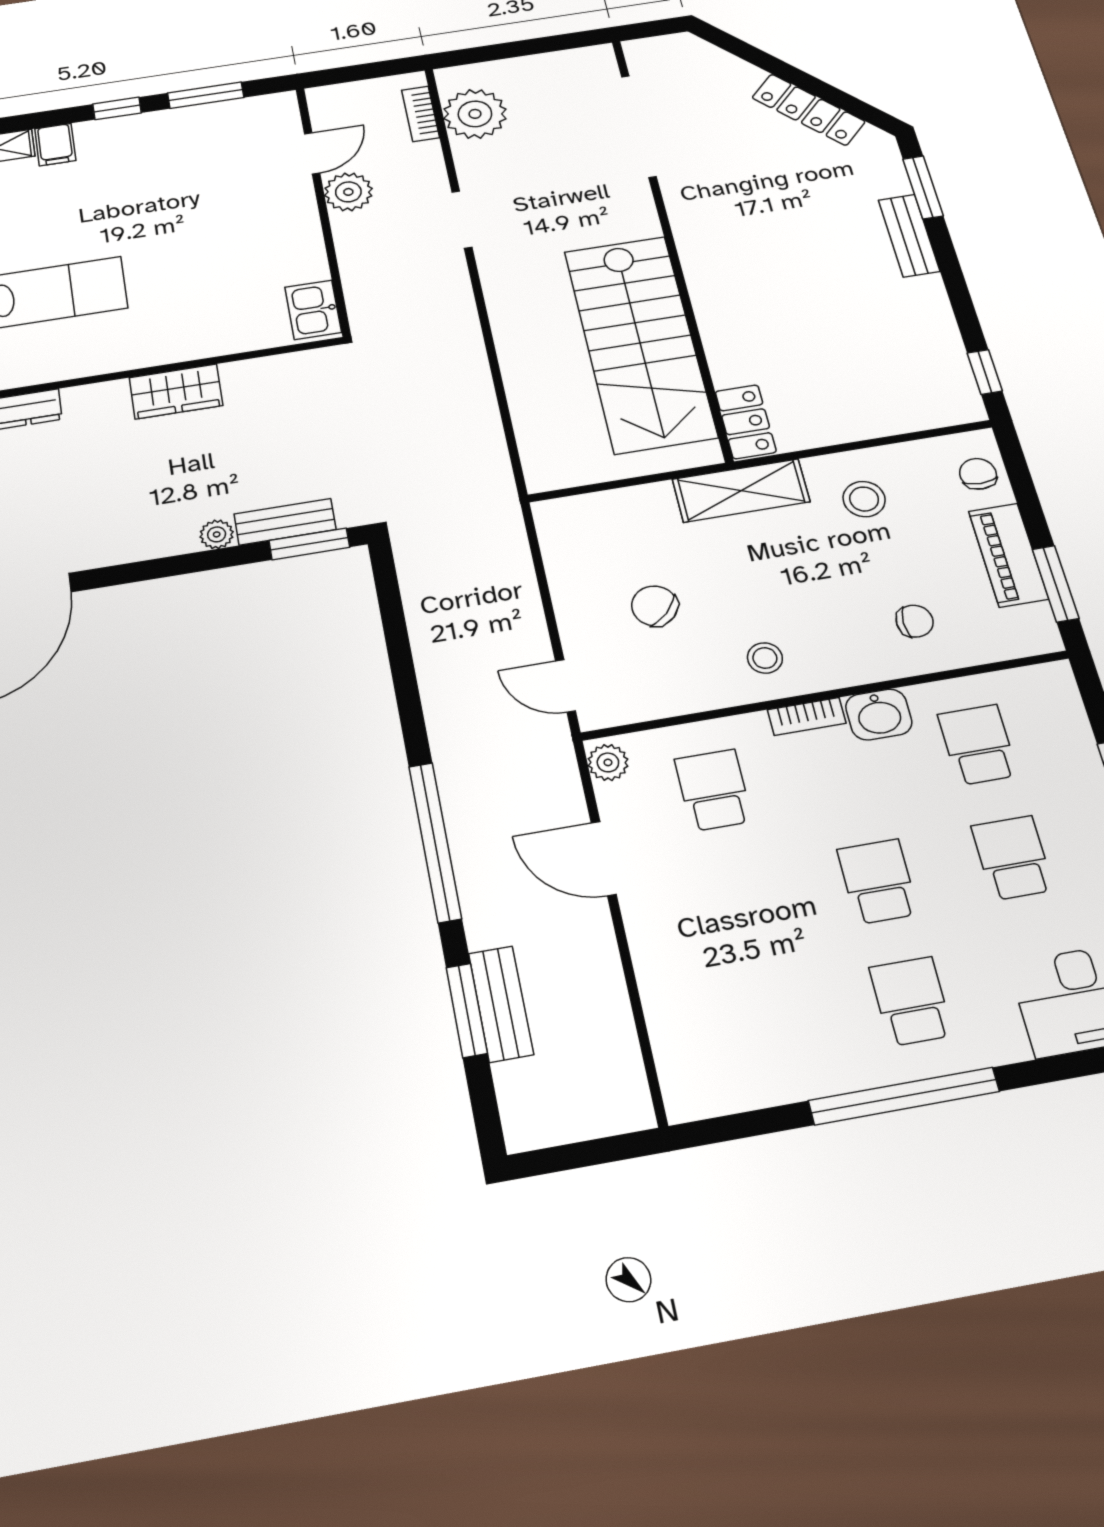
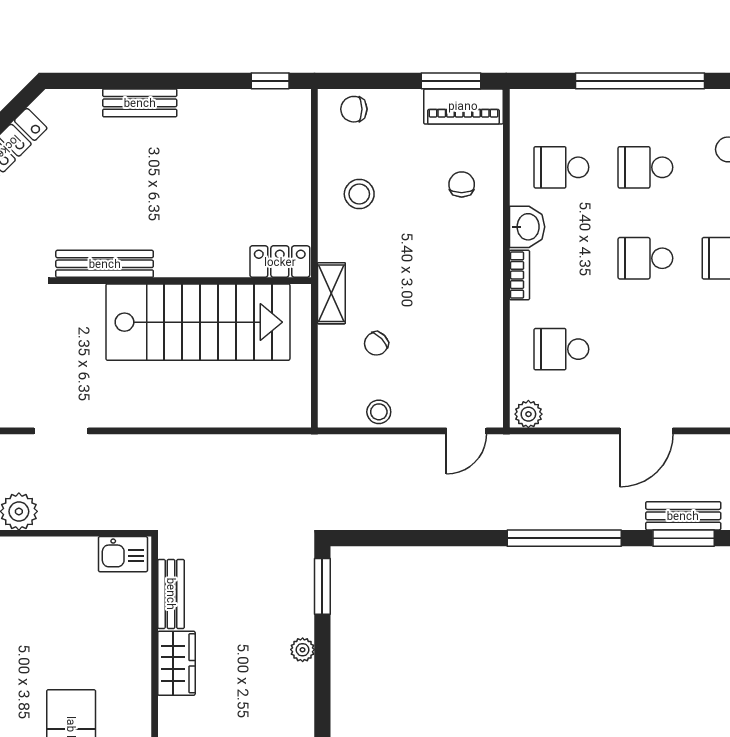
window: (923, 187) -> (97, 81), removed
bench: (690, 231) -> (105, 264), added
shelving: (741, 490) -> (331, 293), width x0.67, depth x0.75
bench: (285, 522) -> (171, 594), moved
piano: (1008, 555) -> (463, 106), moved
chair: (655, 606) -> (376, 344), moved, width x0.73, depth x0.73
stool: (765, 658) -> (379, 412), moved
door: (604, 858) -> (646, 431), moved

